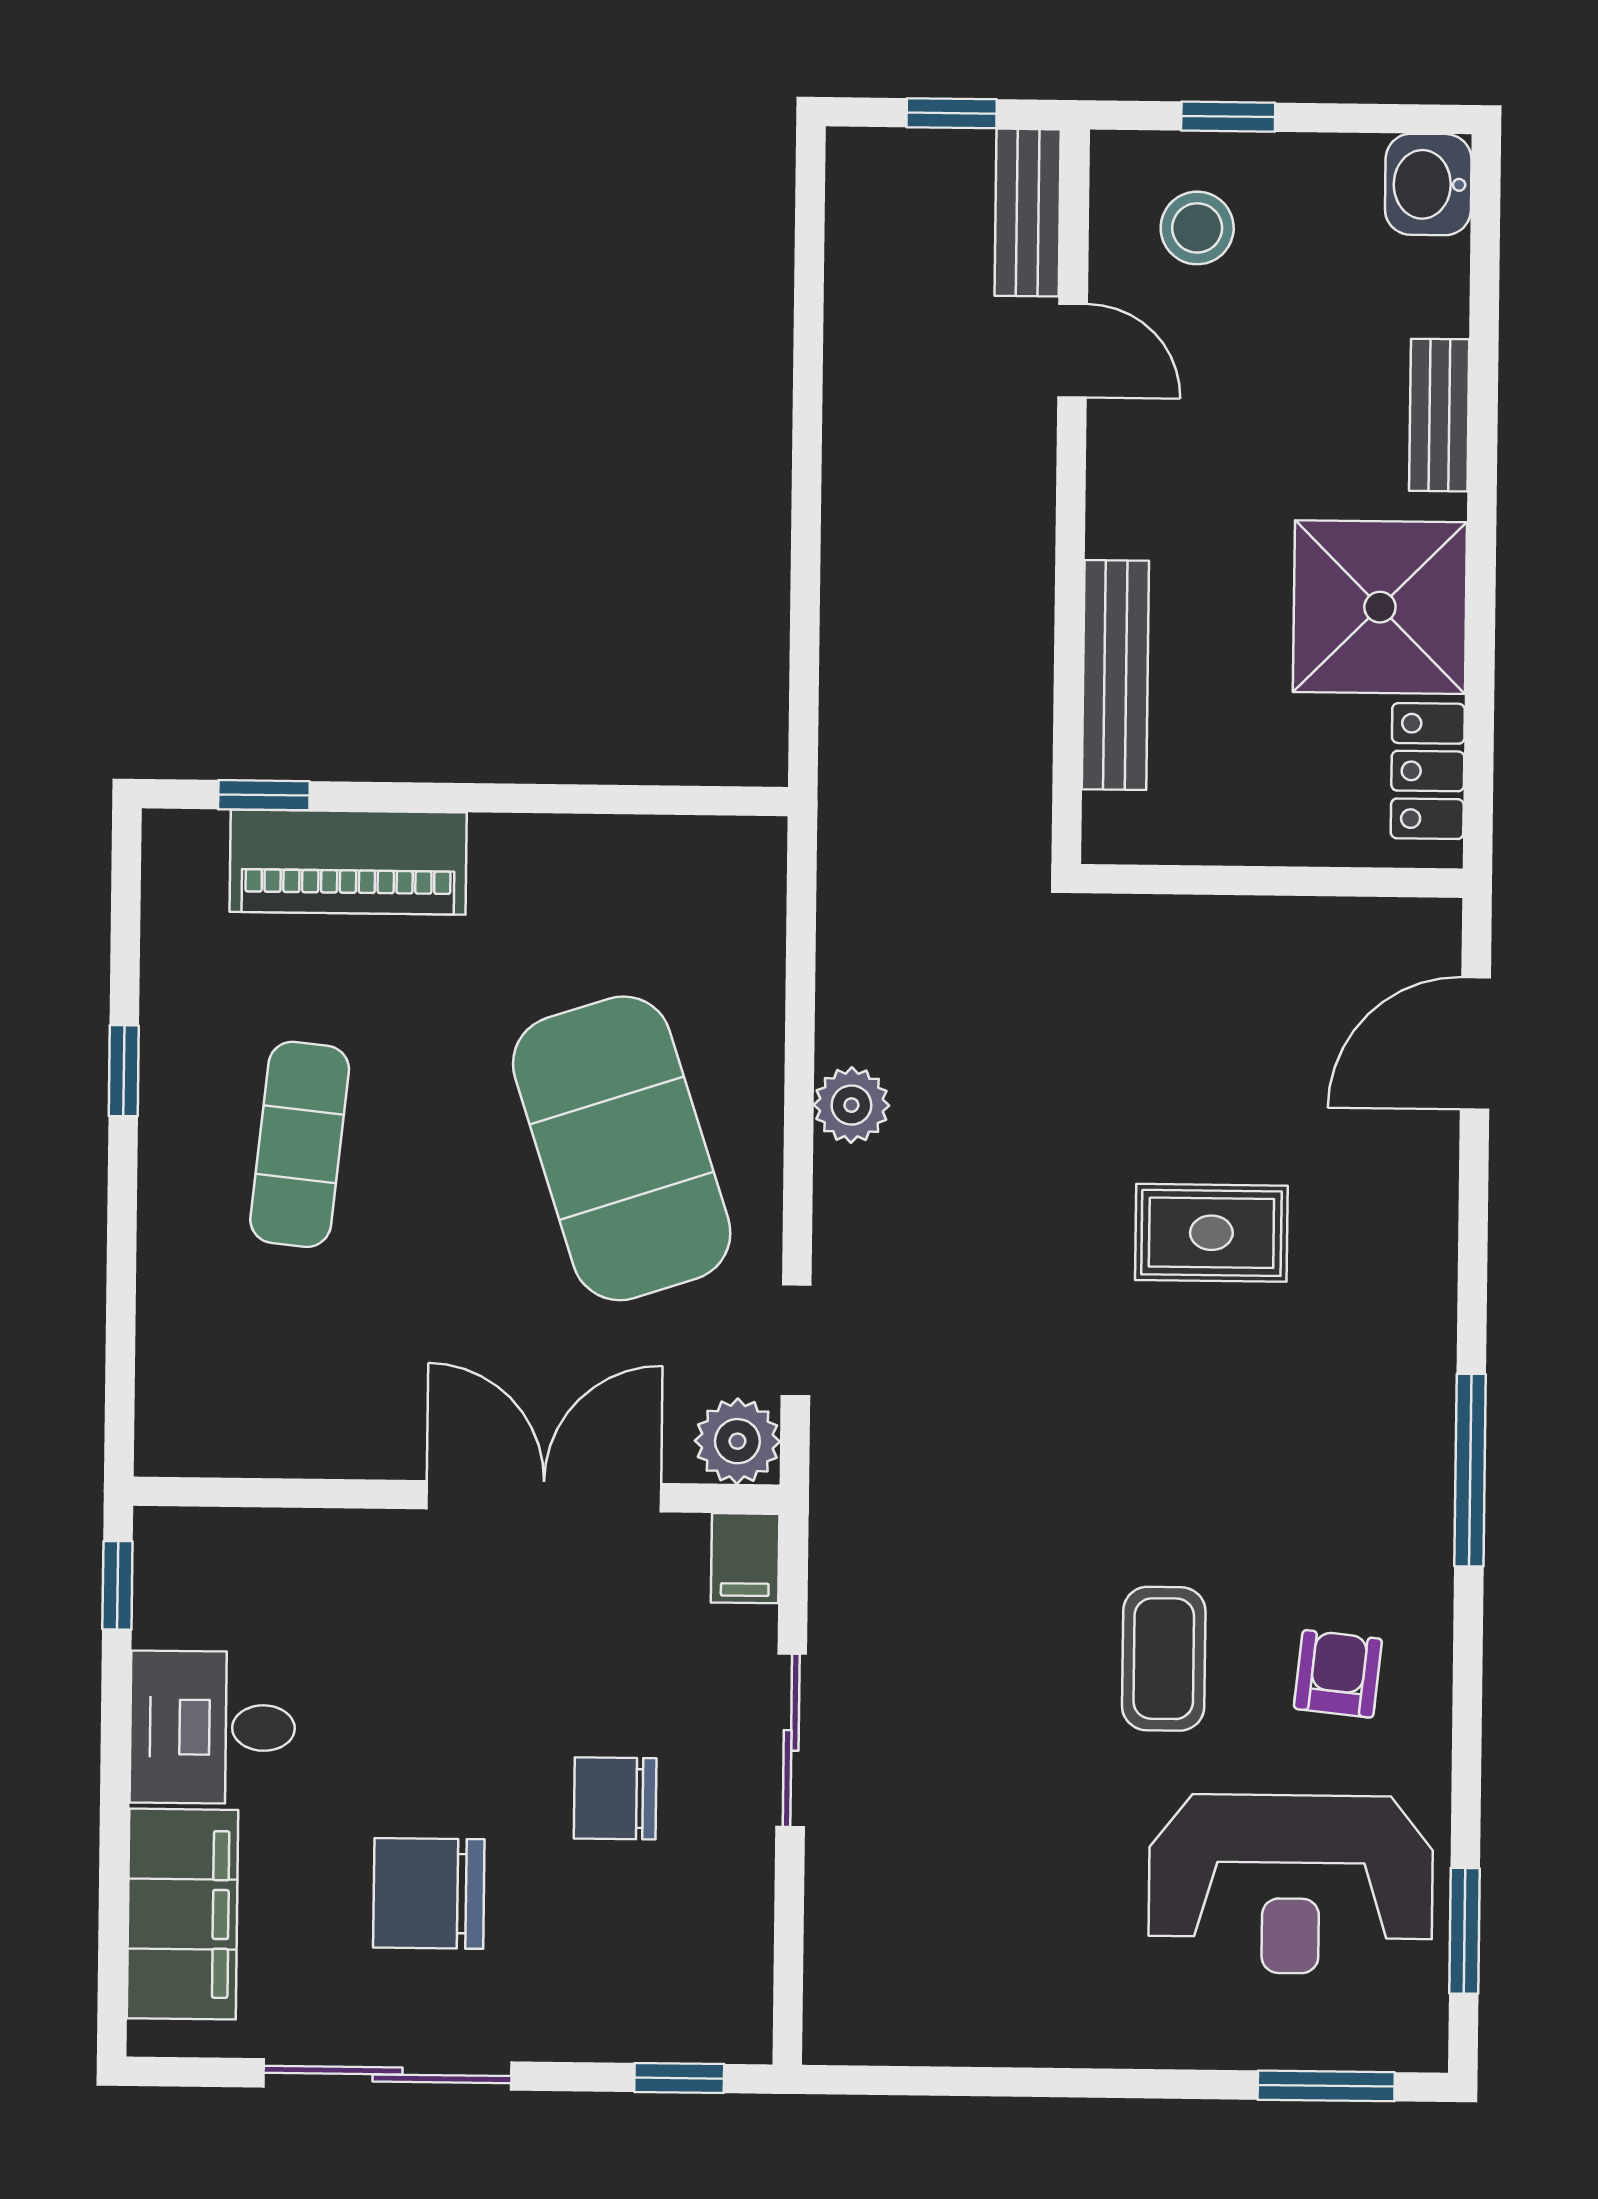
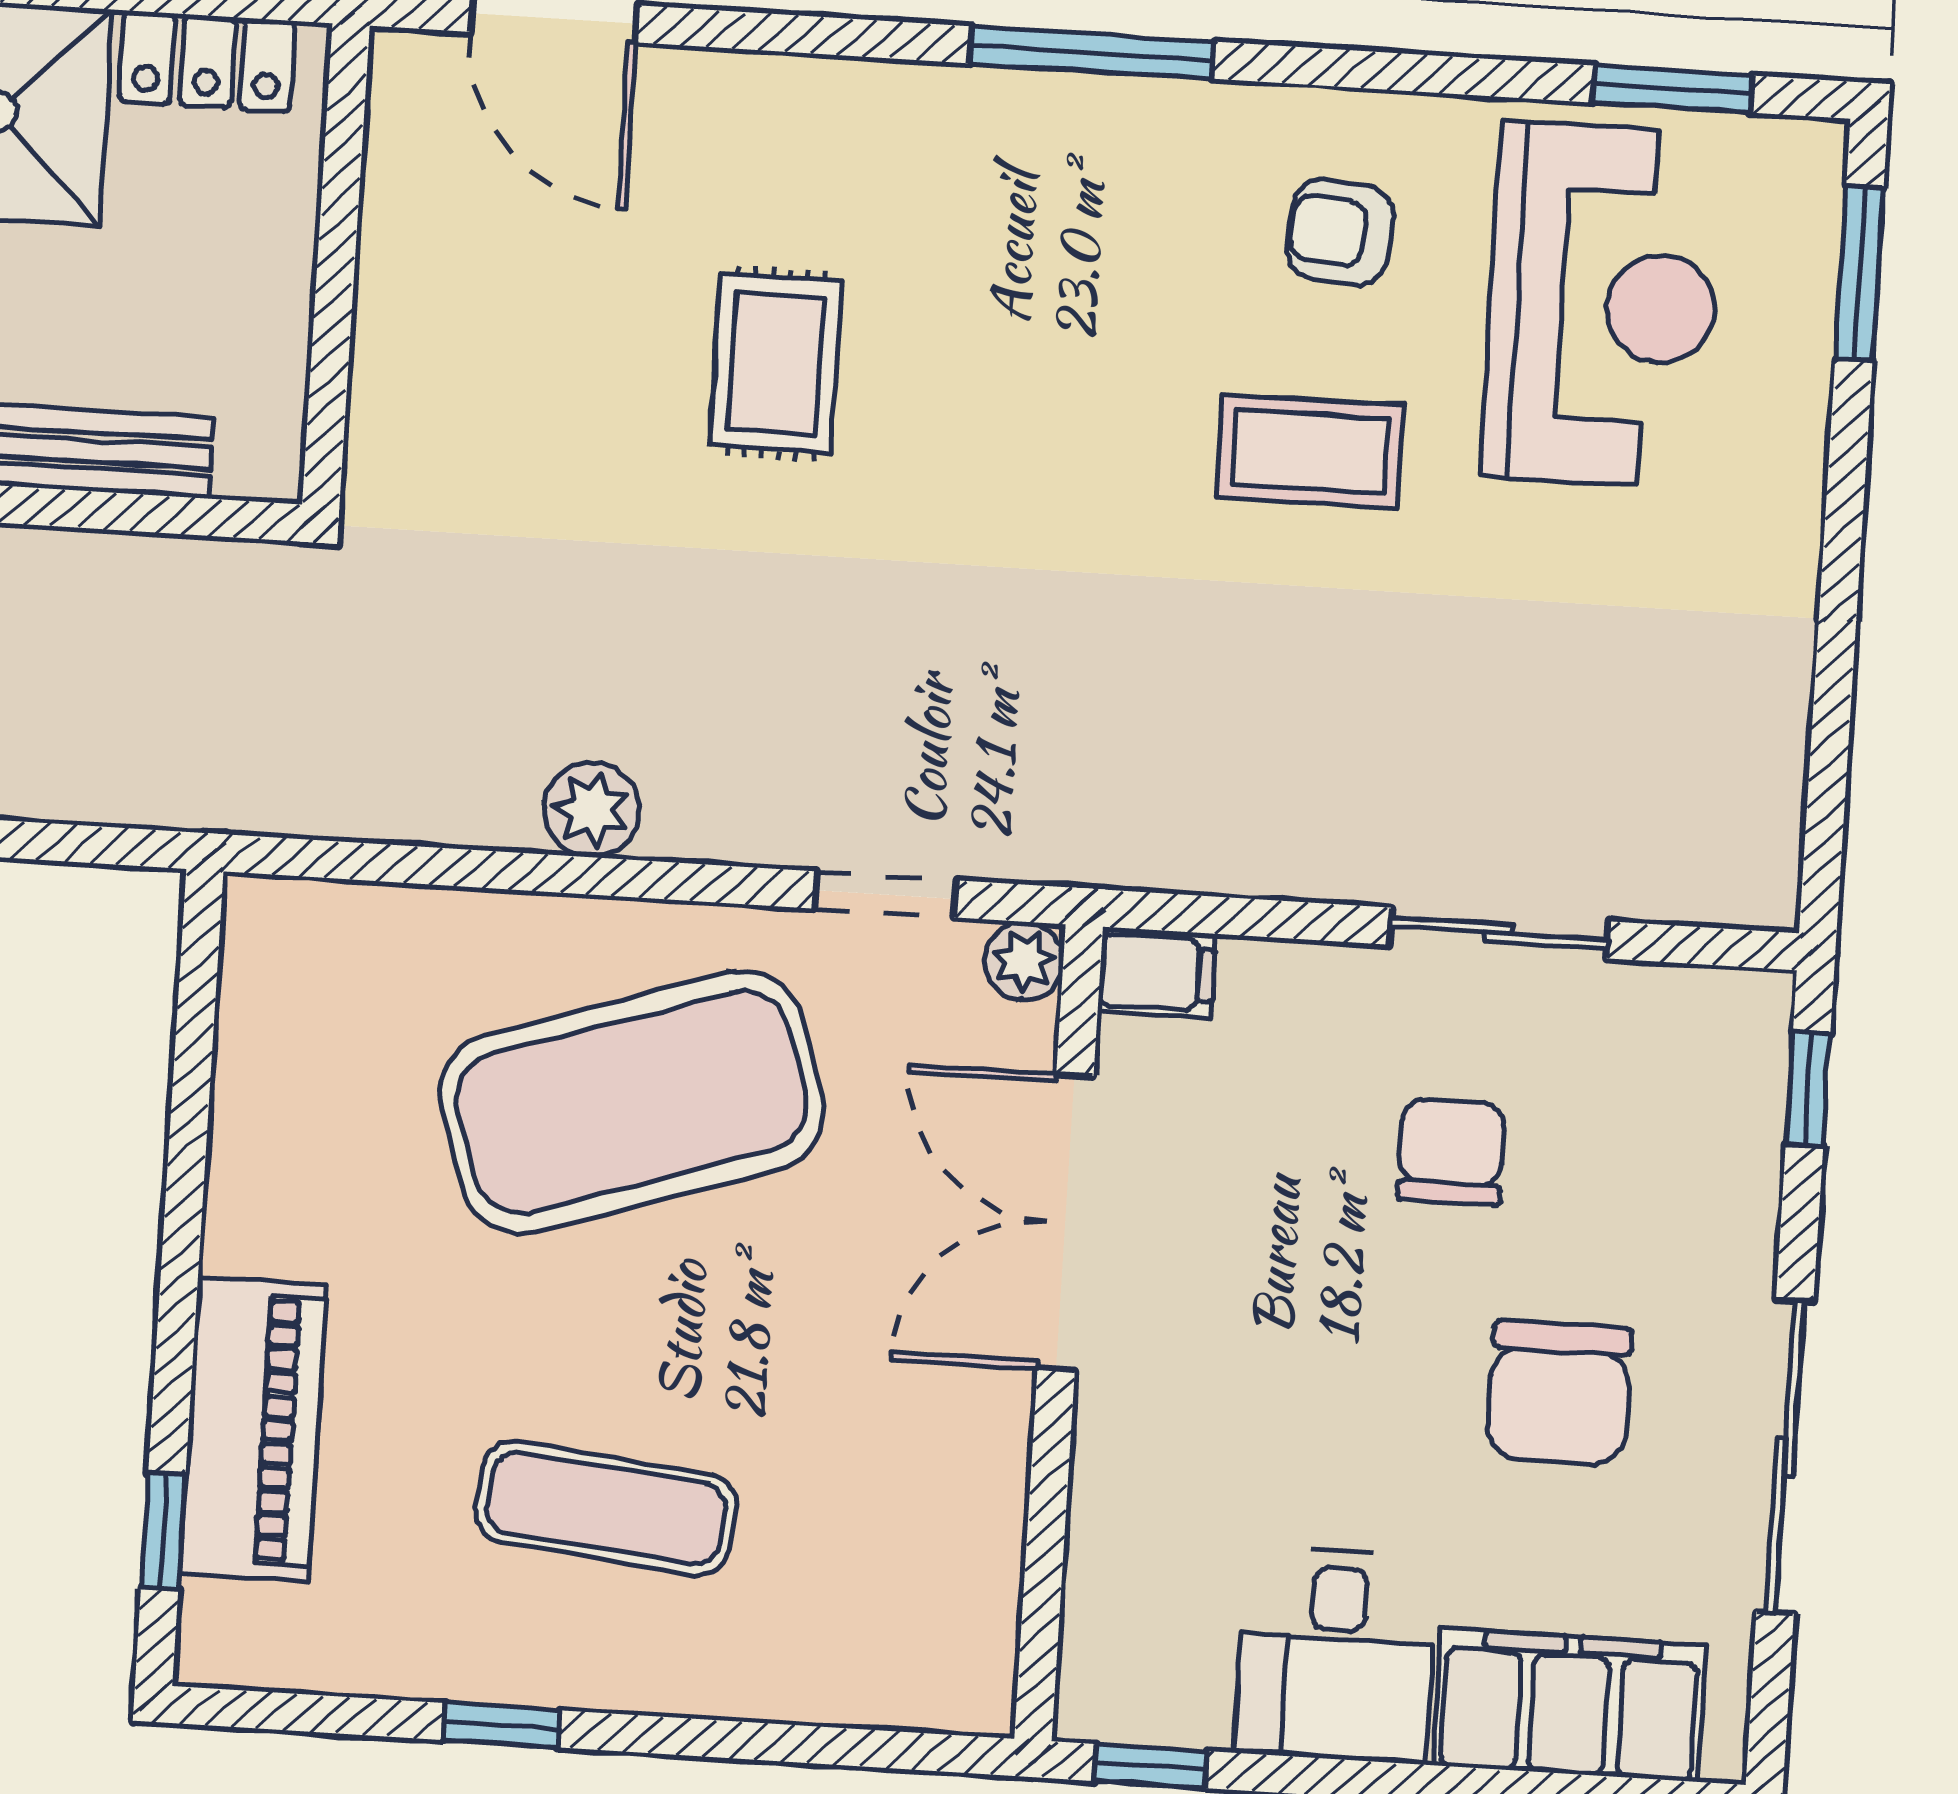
plant: (737, 1441) -> (1024, 961), width x0.73, depth x0.73
sliding door: (791, 1740) -> (1499, 933), moved
chair: (615, 1798) -> (1451, 1152), turned 180

